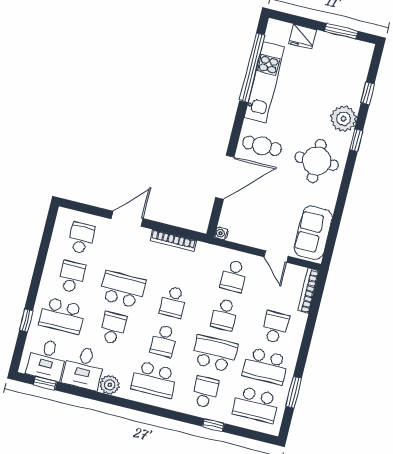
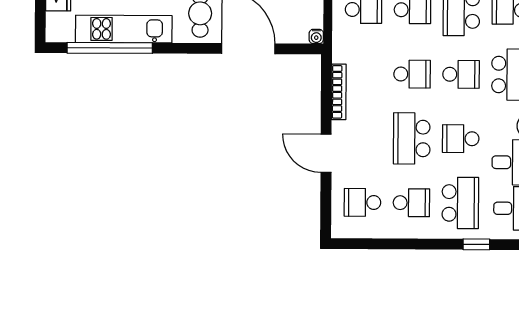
school desk: (72, 277) -> (411, 203), turned 180

